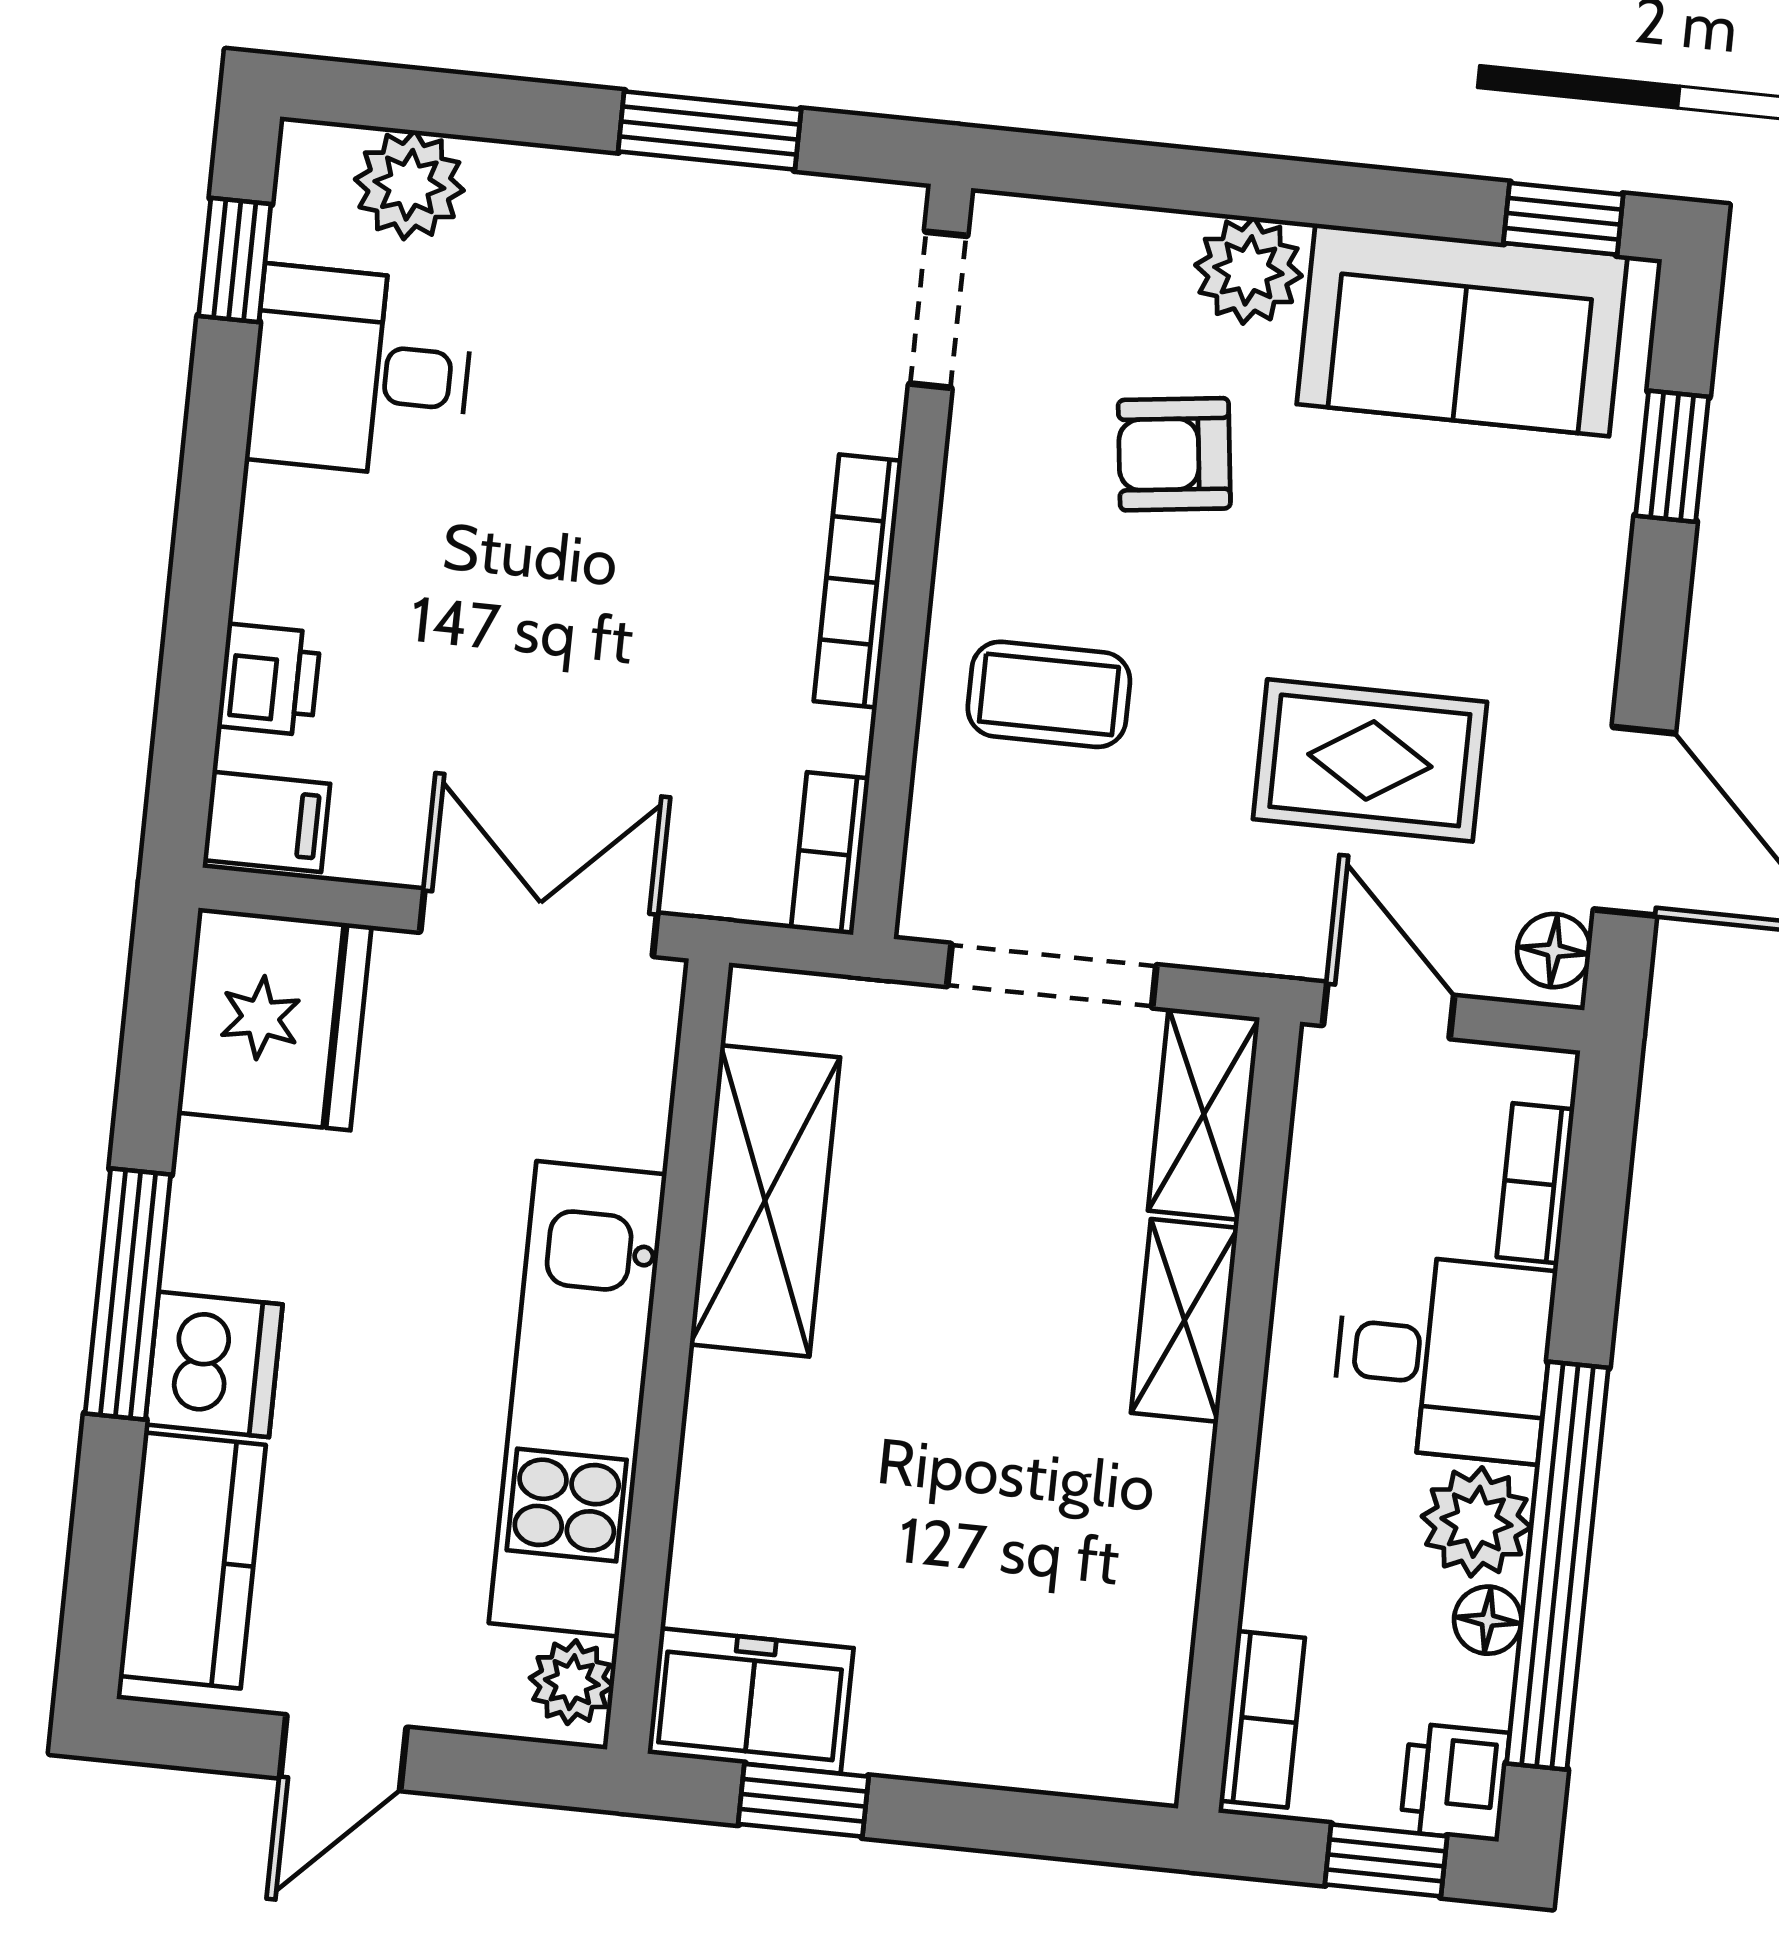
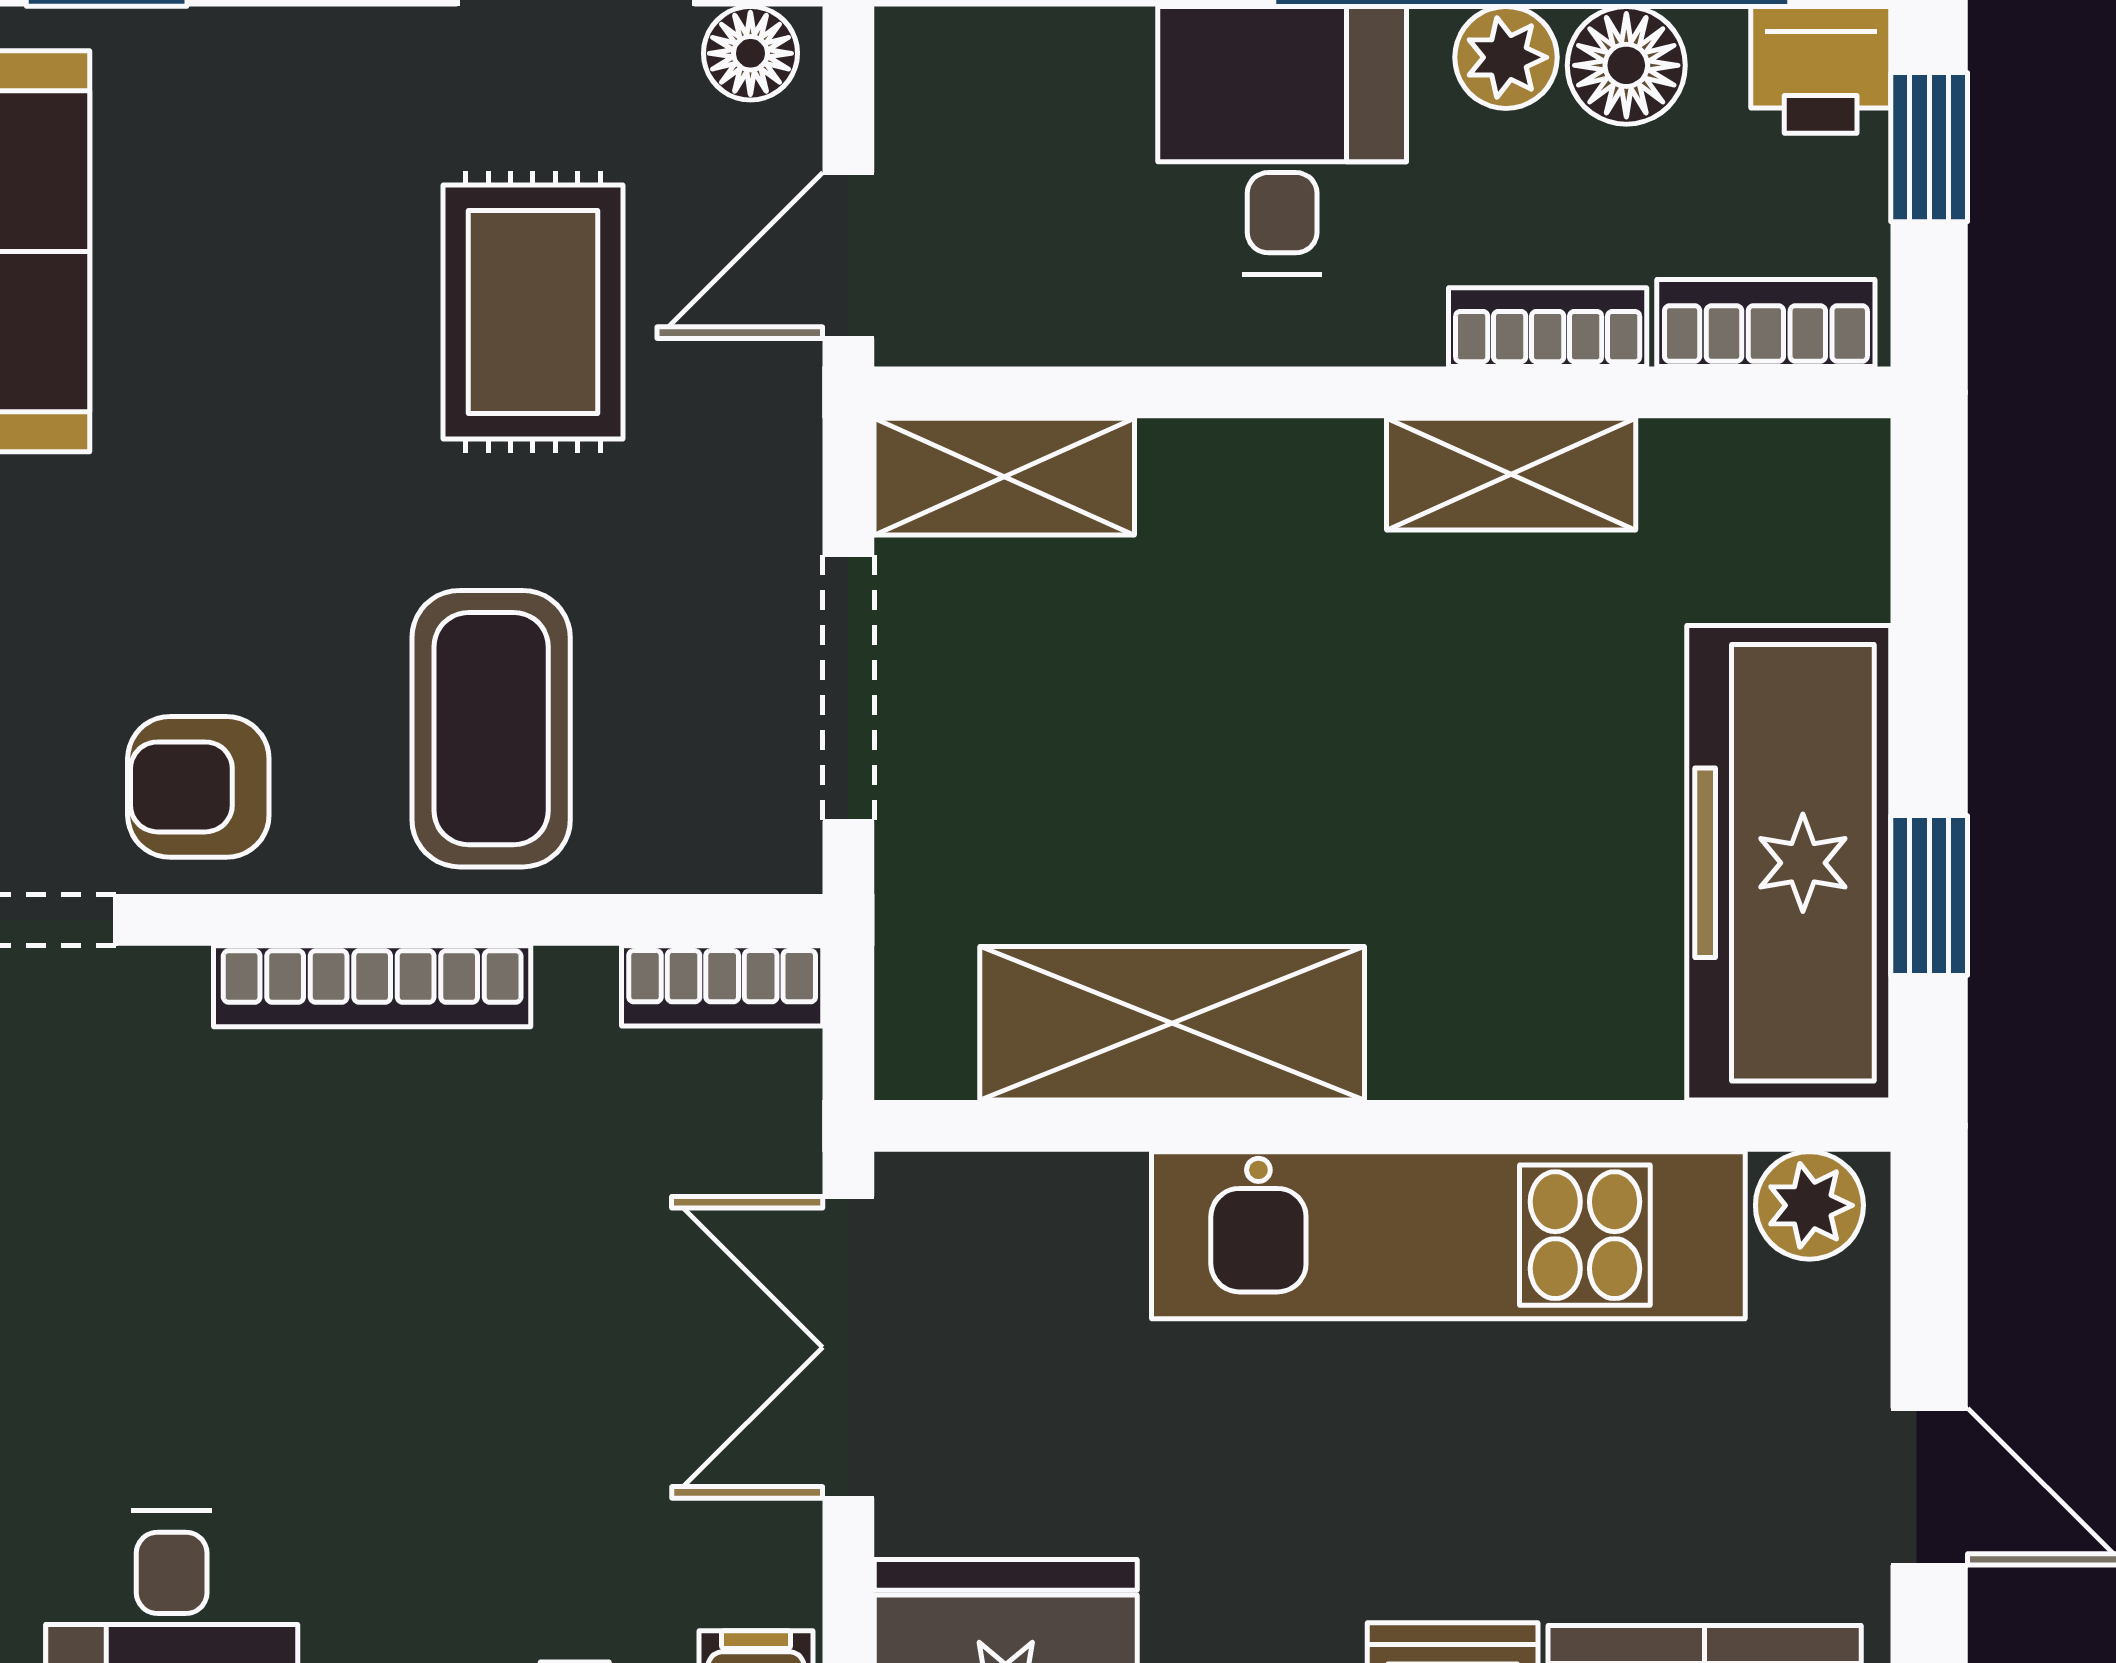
armchair: (1174, 454) -> (198, 787), moved, turned 97
coffee table: (1049, 694) -> (491, 729), width x1.36, depth x1.30
bookcase: (1536, 1183) -> (1548, 327), moved, turned 180
shelving: (1184, 1320) -> (1511, 474), moved
plant: (1476, 1522) -> (1506, 57), width x0.73, depth x0.73
floor lamp: (1488, 1620) -> (1626, 65), width x1.37, depth x1.37
freezer: (750, 1701) -> (1789, 863), width x1.91, depth x1.26

